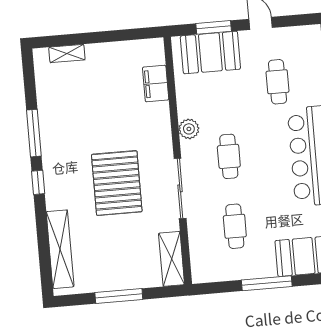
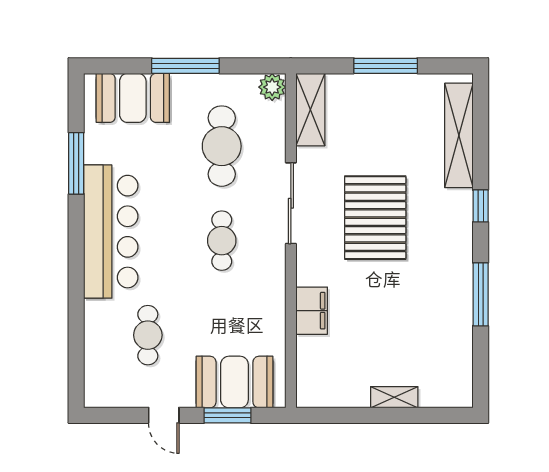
shelving: (67, 54) -> (394, 397), moved
filing cabinet: (156, 84) -> (312, 311), moved
plant: (189, 129) -> (272, 87), moved
window: (38, 182) -> (481, 206), moved
cafe table: (235, 226) -> (222, 146), width x1.37, depth x1.35

